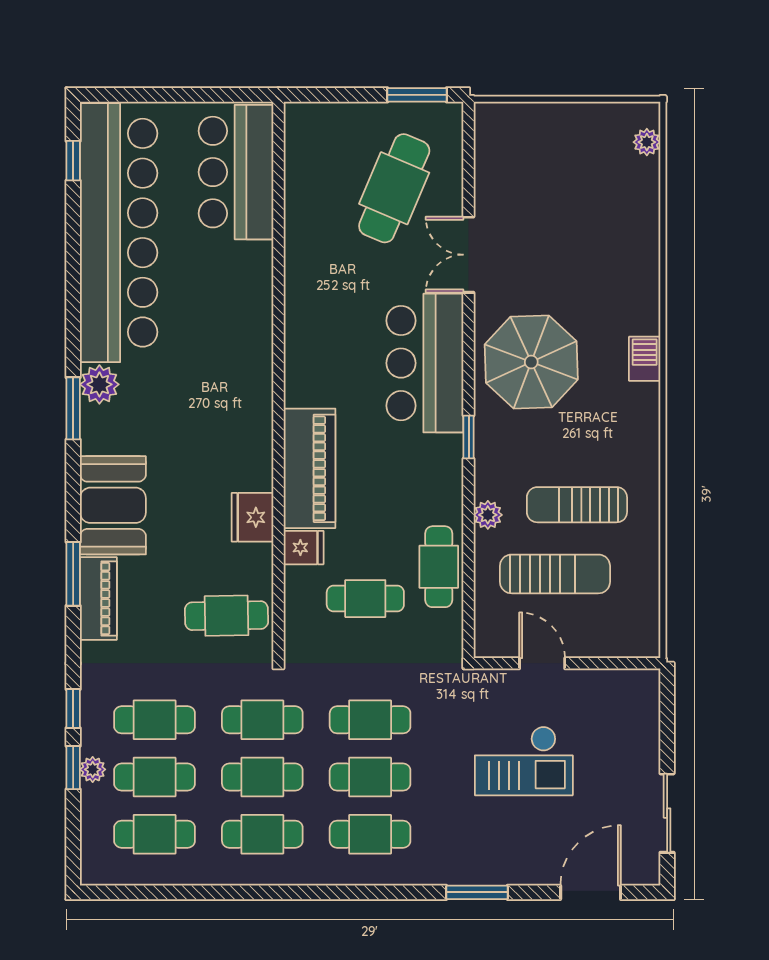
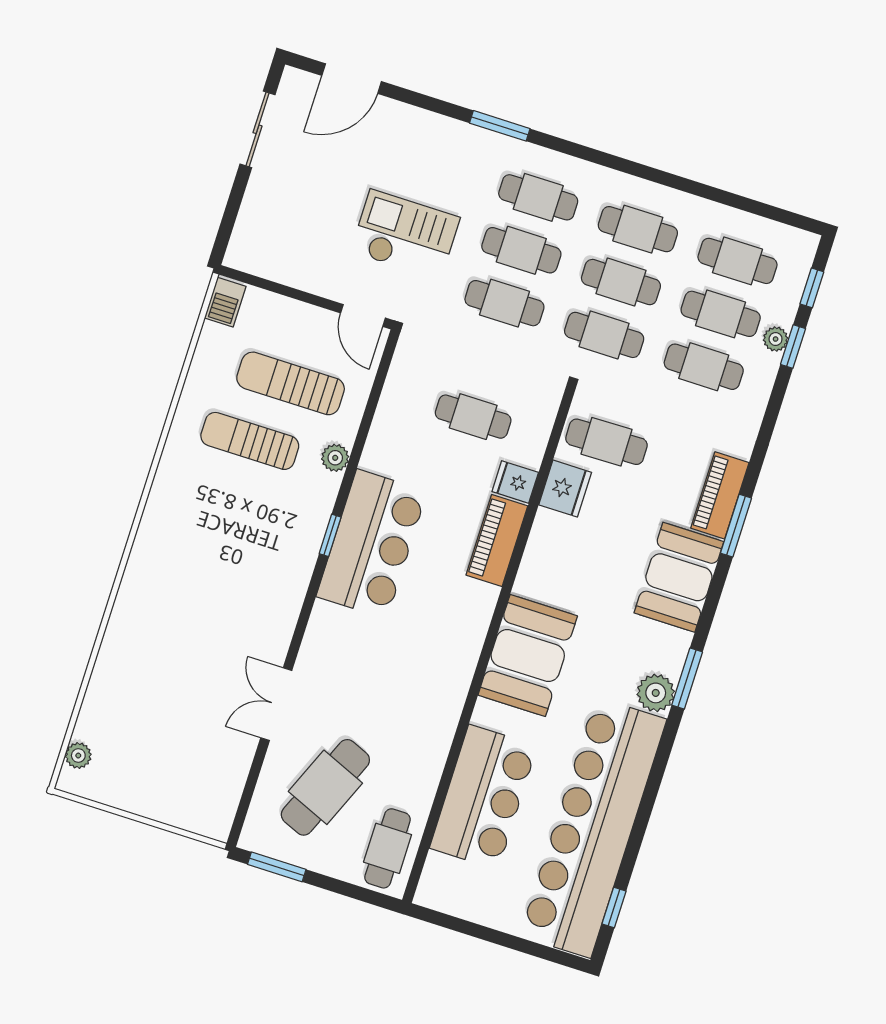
bar counter: (236, 172) -> (483, 797), moved
double door: (469, 255) -> (276, 704), swing flipped
barbecue: (645, 359) -> (225, 302), moved
parasol: (531, 362) -> (250, 586), removed
bar counter: (425, 363) -> (372, 544), moved
booth: (237, 381) -> (528, 656), added
piano: (310, 468) -> (497, 541), width x0.73, depth x0.75
sun lounger: (577, 505) -> (250, 441), turned 180
fridge: (252, 517) -> (565, 489), moved
cafe table: (439, 567) -> (388, 848), moved
door: (542, 663) -> (363, 315), moved
window: (73, 709) -> (812, 288), moved
checkout: (524, 761) -> (405, 235), moved
window: (477, 892) -> (500, 126), moved

